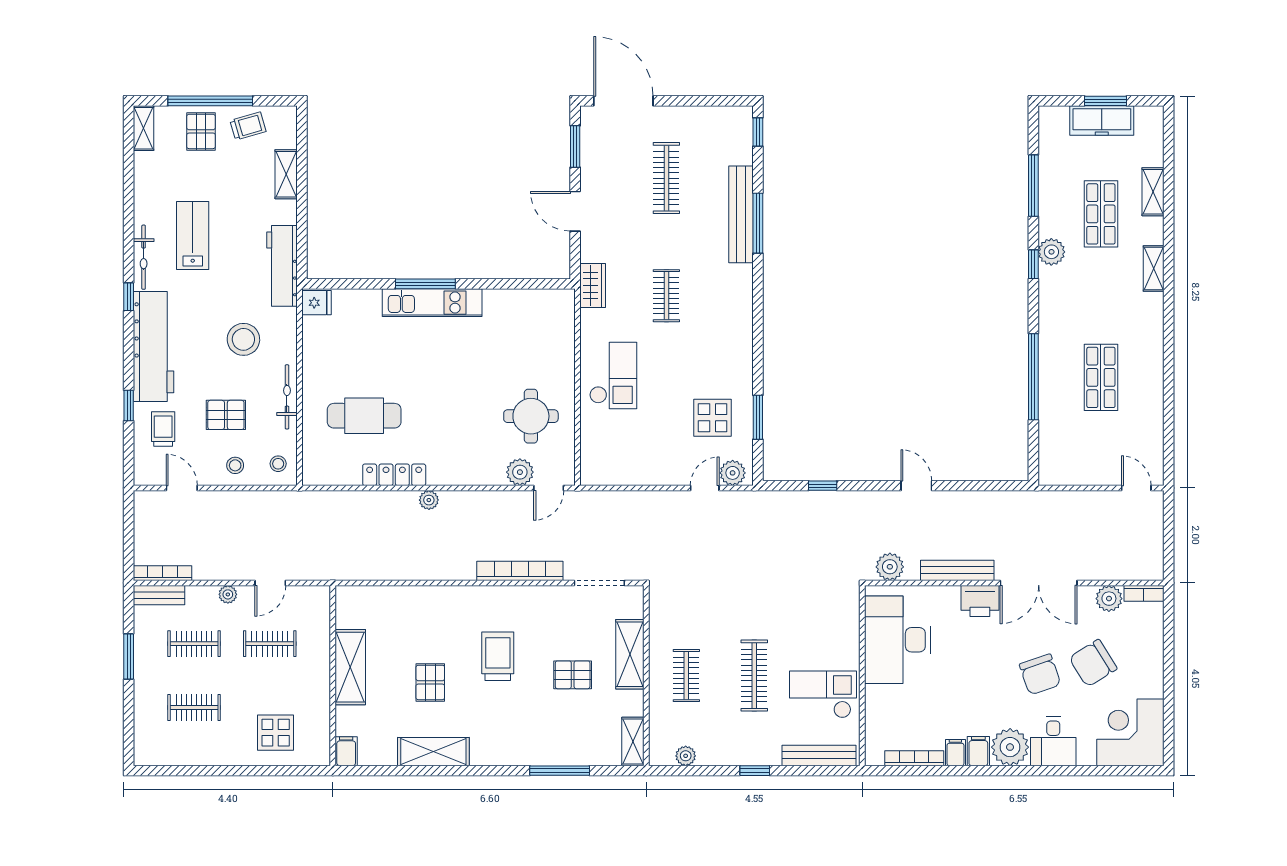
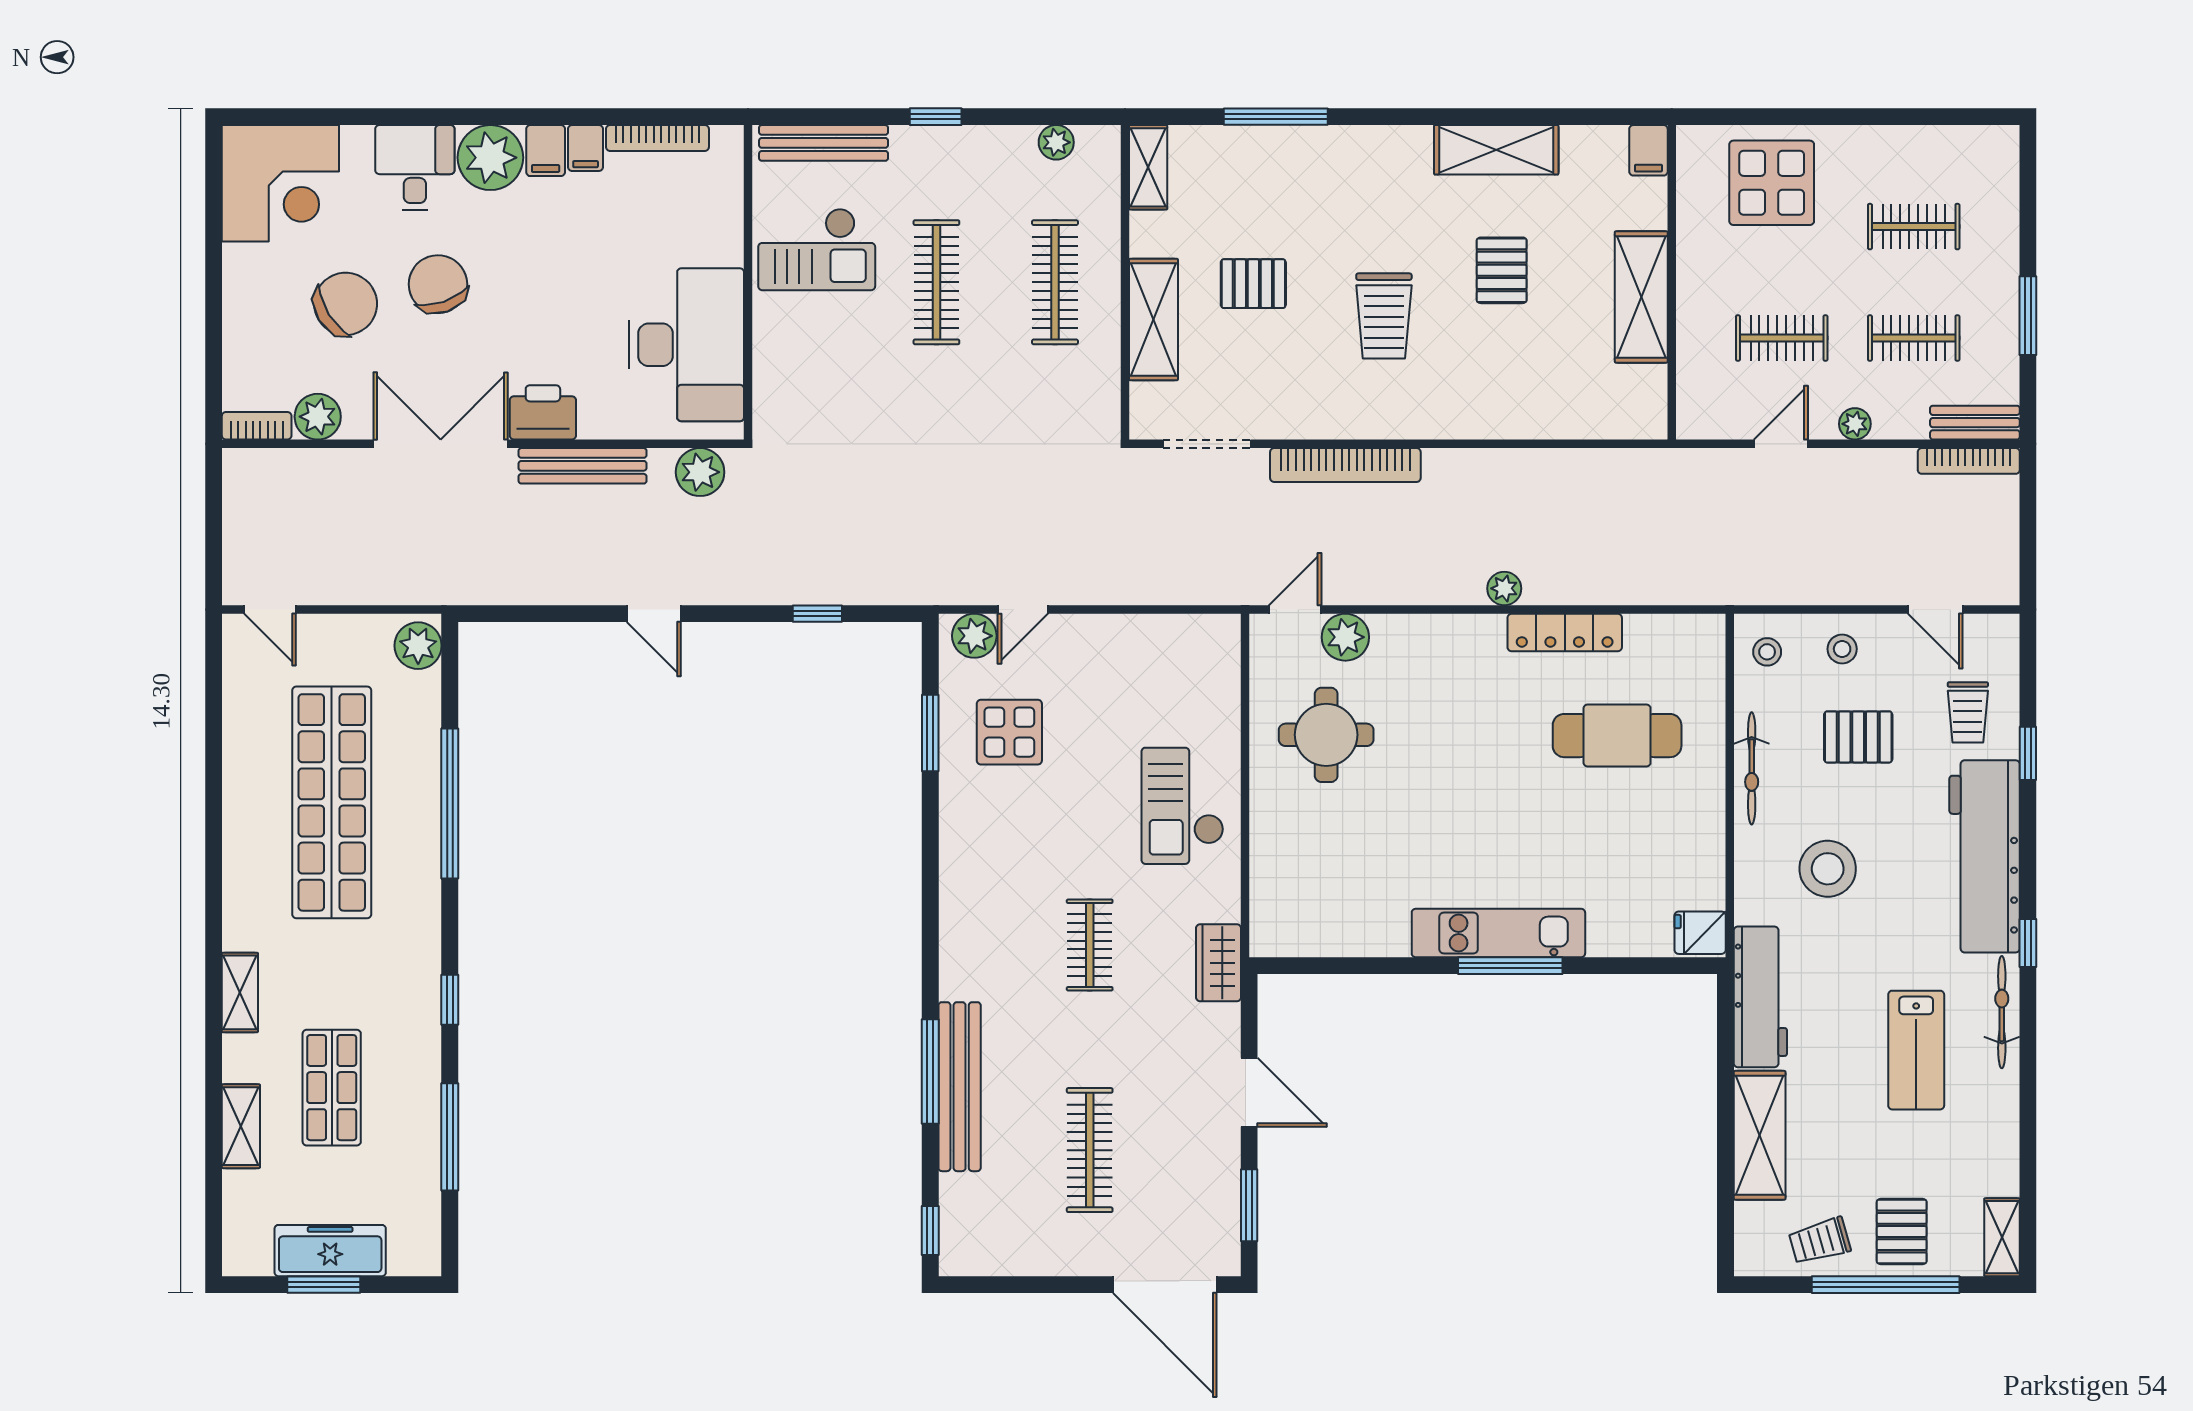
shelving: (286, 174) -> (1760, 1135), width x1.50, depth x1.33
plant: (1051, 252) -> (418, 646), moved
shop shelf: (1101, 377) -> (332, 802), width x2.00, depth x1.36
clothes rail: (686, 676) -> (1055, 282), width x1.36
display table: (276, 733) -> (1772, 183), width x1.36, depth x1.36

